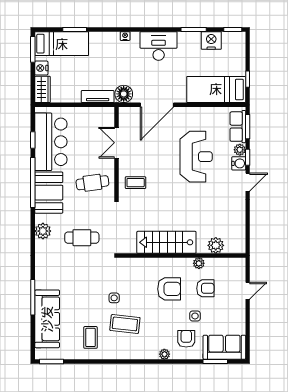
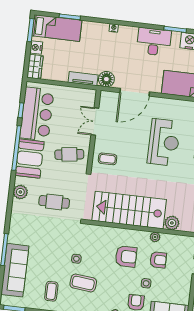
desk: (159, 46) -> (154, 42), moved
stairs: (166, 242) -> (129, 210), width x1.36, depth x1.51

